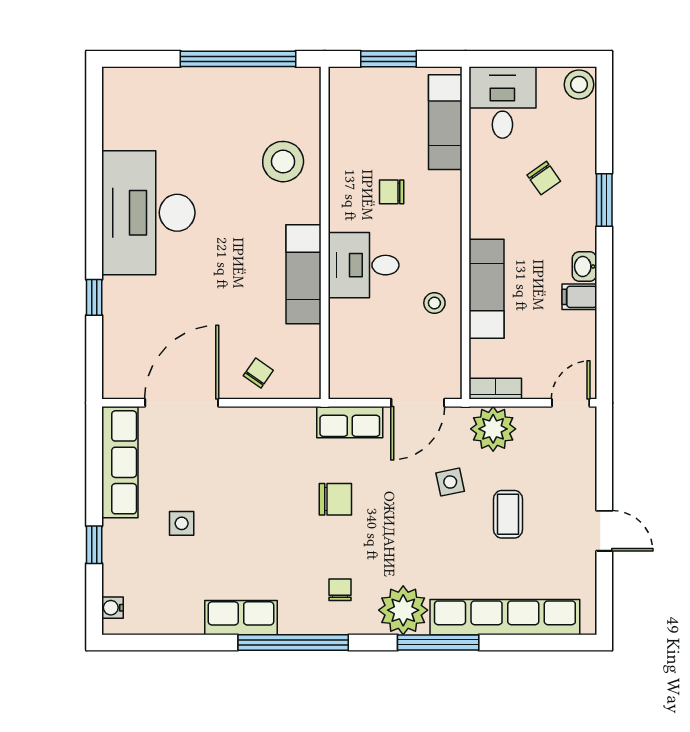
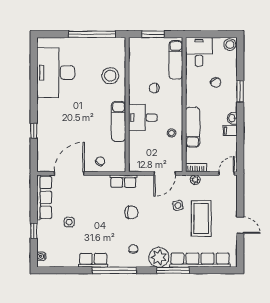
desk: (148, 213) -> (56, 73), moved
row of seats: (350, 422) -> (123, 181), moved
plant: (493, 429) -> (195, 180), width x0.53, depth x0.53
coffee table: (508, 514) -> (201, 218), width x1.86, depth x1.72

